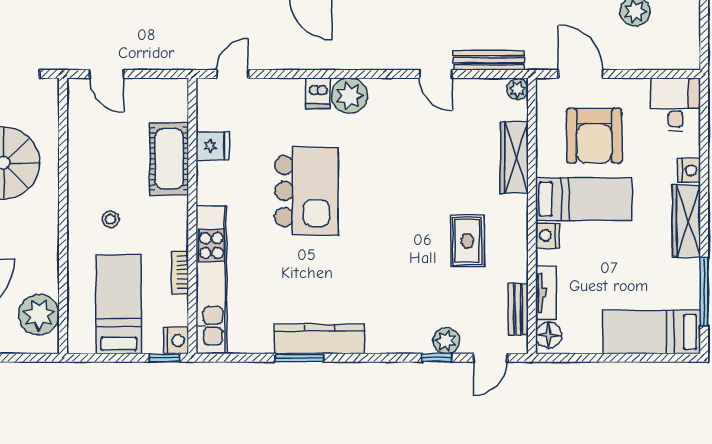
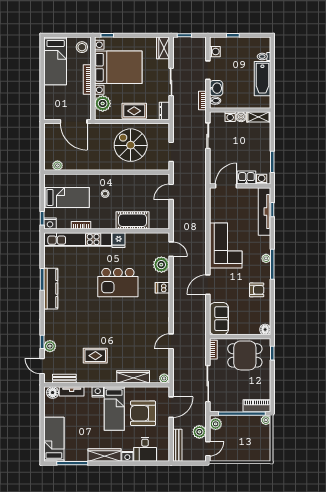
bench: (489, 60) -> (177, 445), moved
plant: (350, 96) -> (161, 265), moved
desk: (675, 105) -> (145, 449), moved, turned 90
fridge: (213, 146) -> (119, 240), moved
plant: (39, 315) -> (57, 166), width x0.53, depth x0.53

